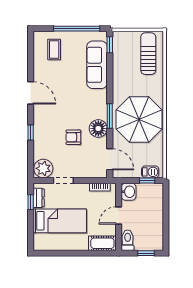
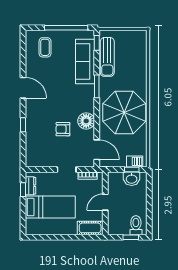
sun lounger: (148, 54) -> (107, 57), moved, turned 180
window: (110, 116) -> (97, 86), moved
plant: (43, 168) -> (35, 158), removed
doorway: (63, 180) -> (67, 169), moved
washbasin: (129, 192) -> (132, 179), moved, turned 90
toilet: (128, 240) -> (136, 225), moved

